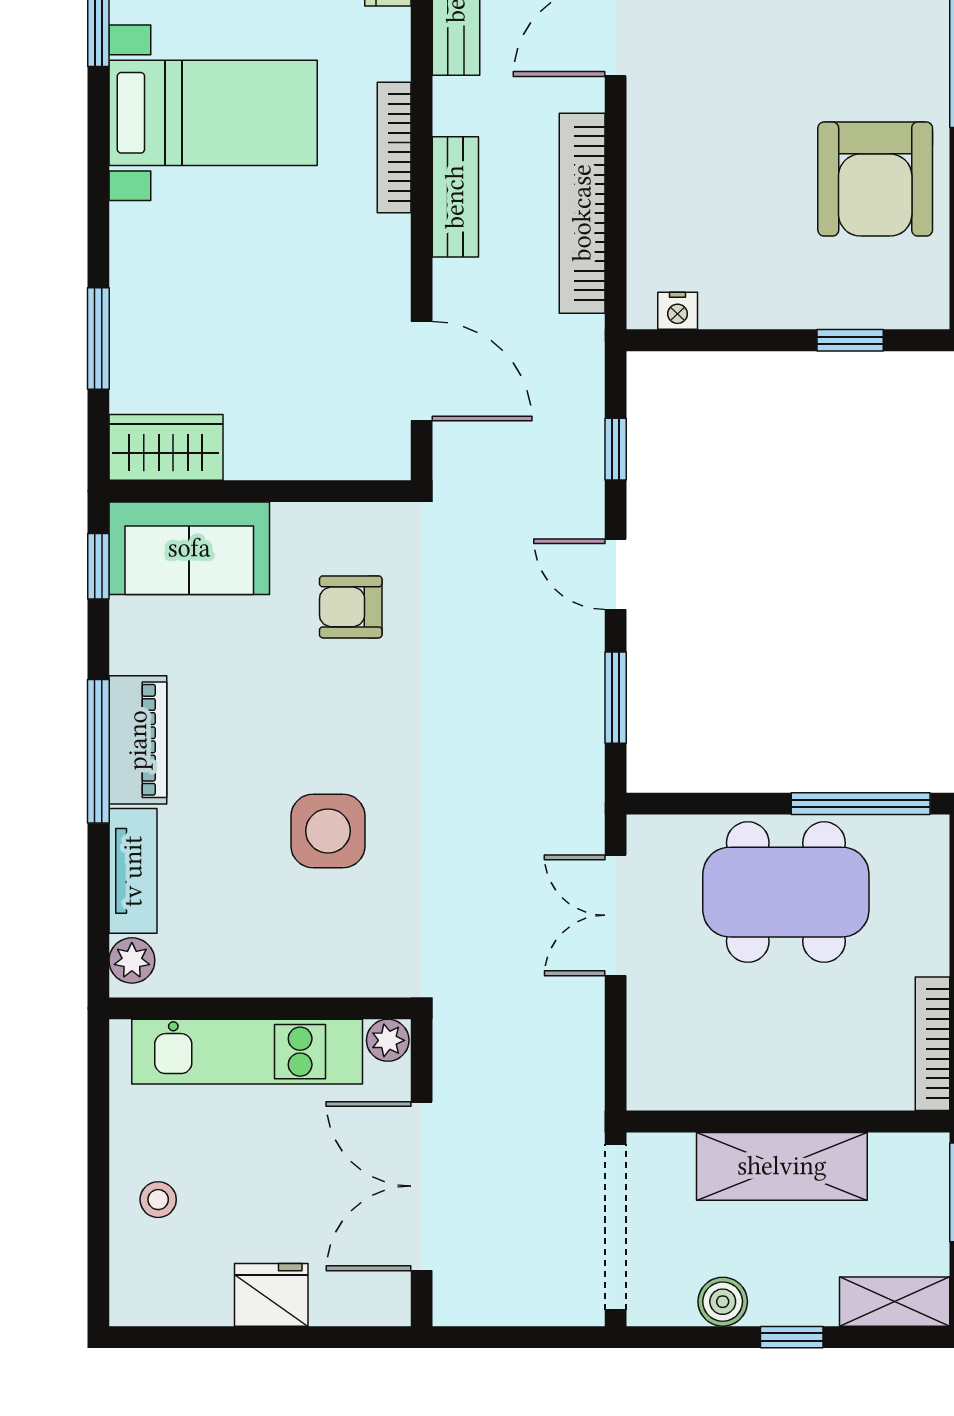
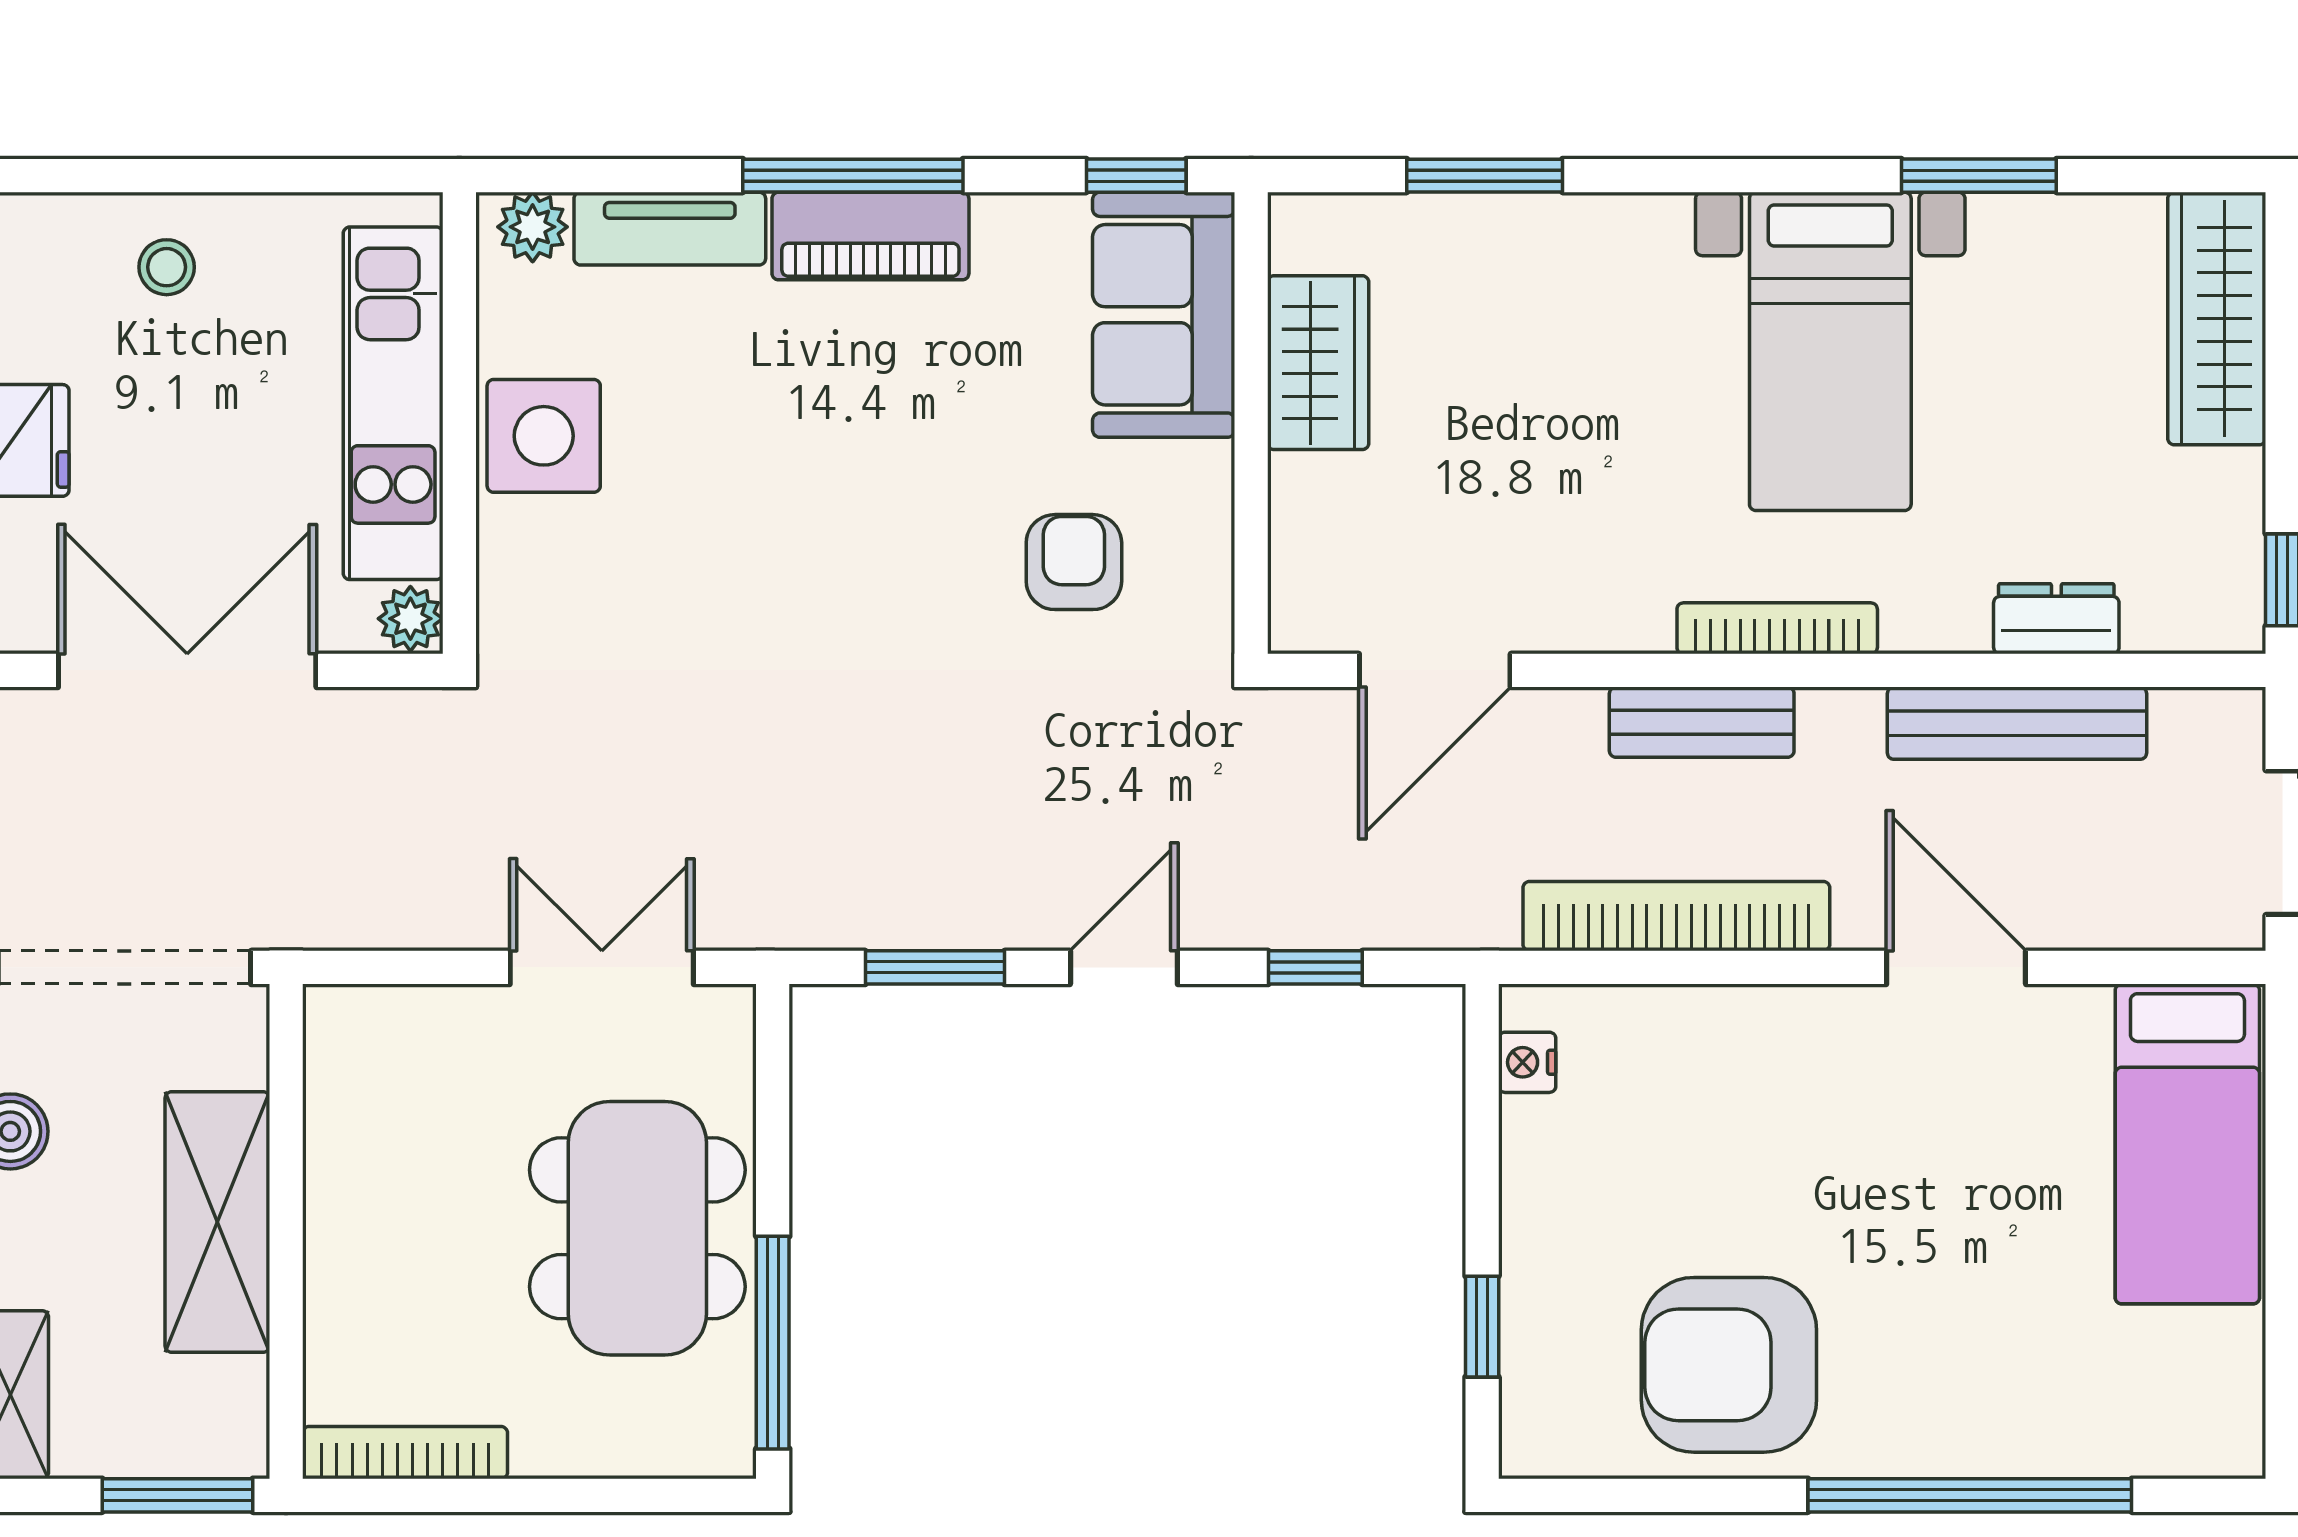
wardrobe: (166, 447) -> (1318, 363), moved
side table: (328, 831) -> (544, 436), moved

